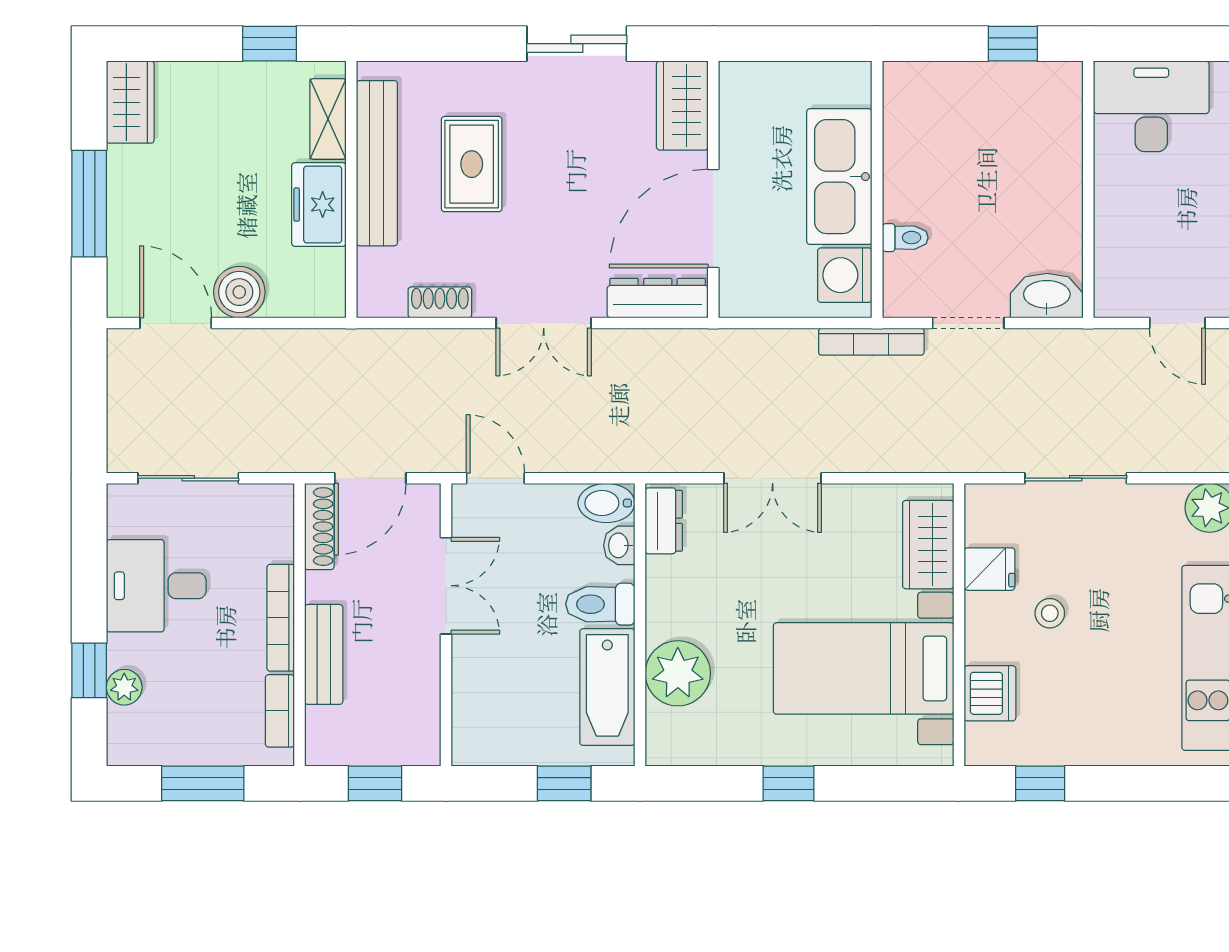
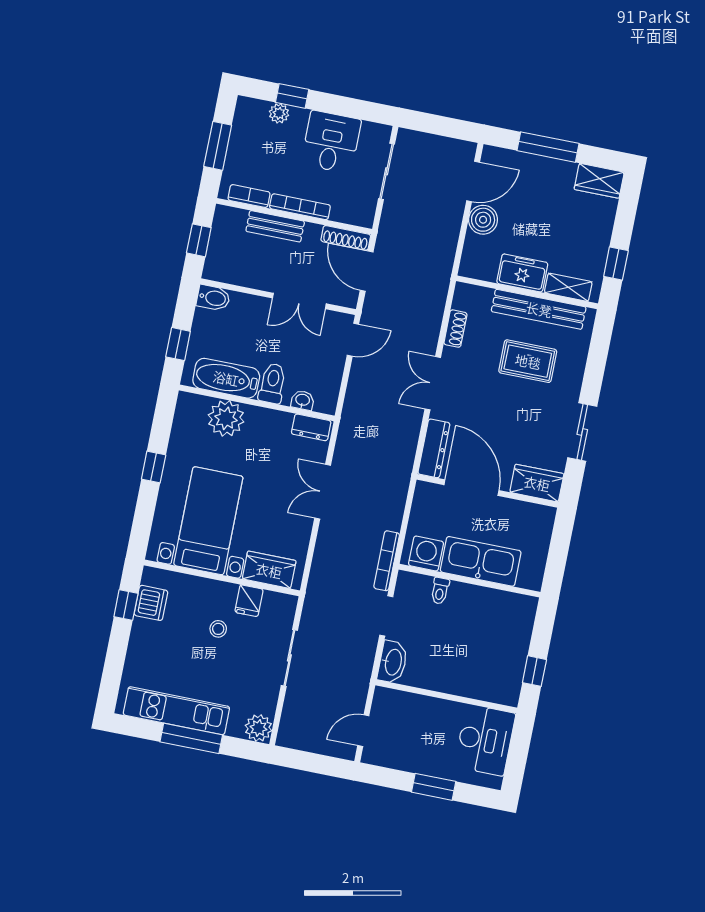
bidet: (606, 503) -> (213, 298), moved, turned 90
dishwasher: (990, 693) -> (151, 603), moved, turned -90

